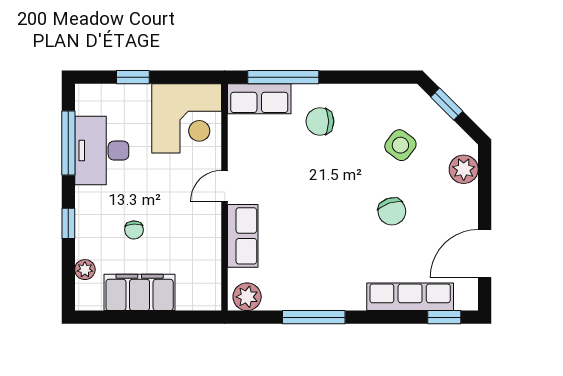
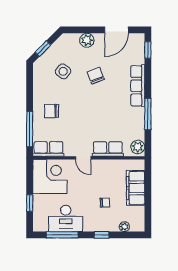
row of seats: (259, 99) -> (48, 149), moved, turned -90
chair: (320, 121) -> (51, 111), turned 90
plant: (464, 169) -> (87, 40), moved
chair: (392, 211) -> (96, 76), turned -93
door: (485, 254) -> (117, 30), hinge flipped
filing cabinet: (140, 292) -> (136, 188), moved
row of seats: (410, 297) -> (138, 86), moved

